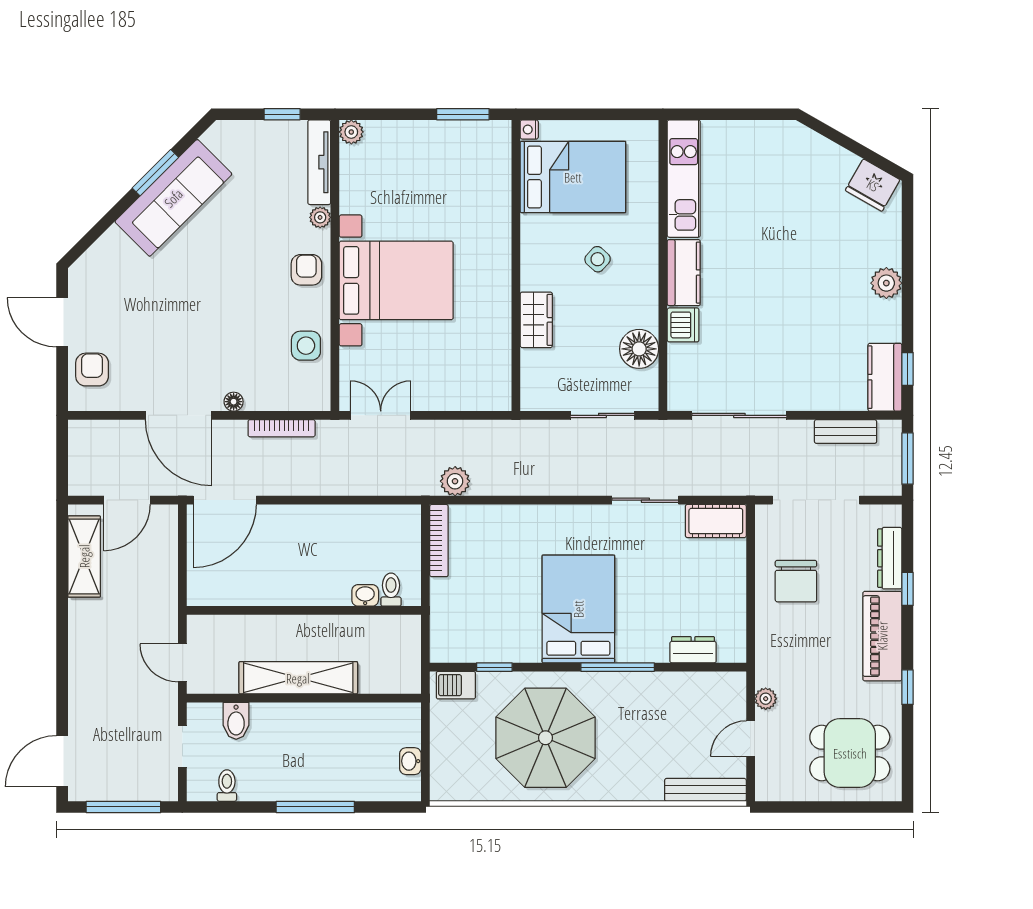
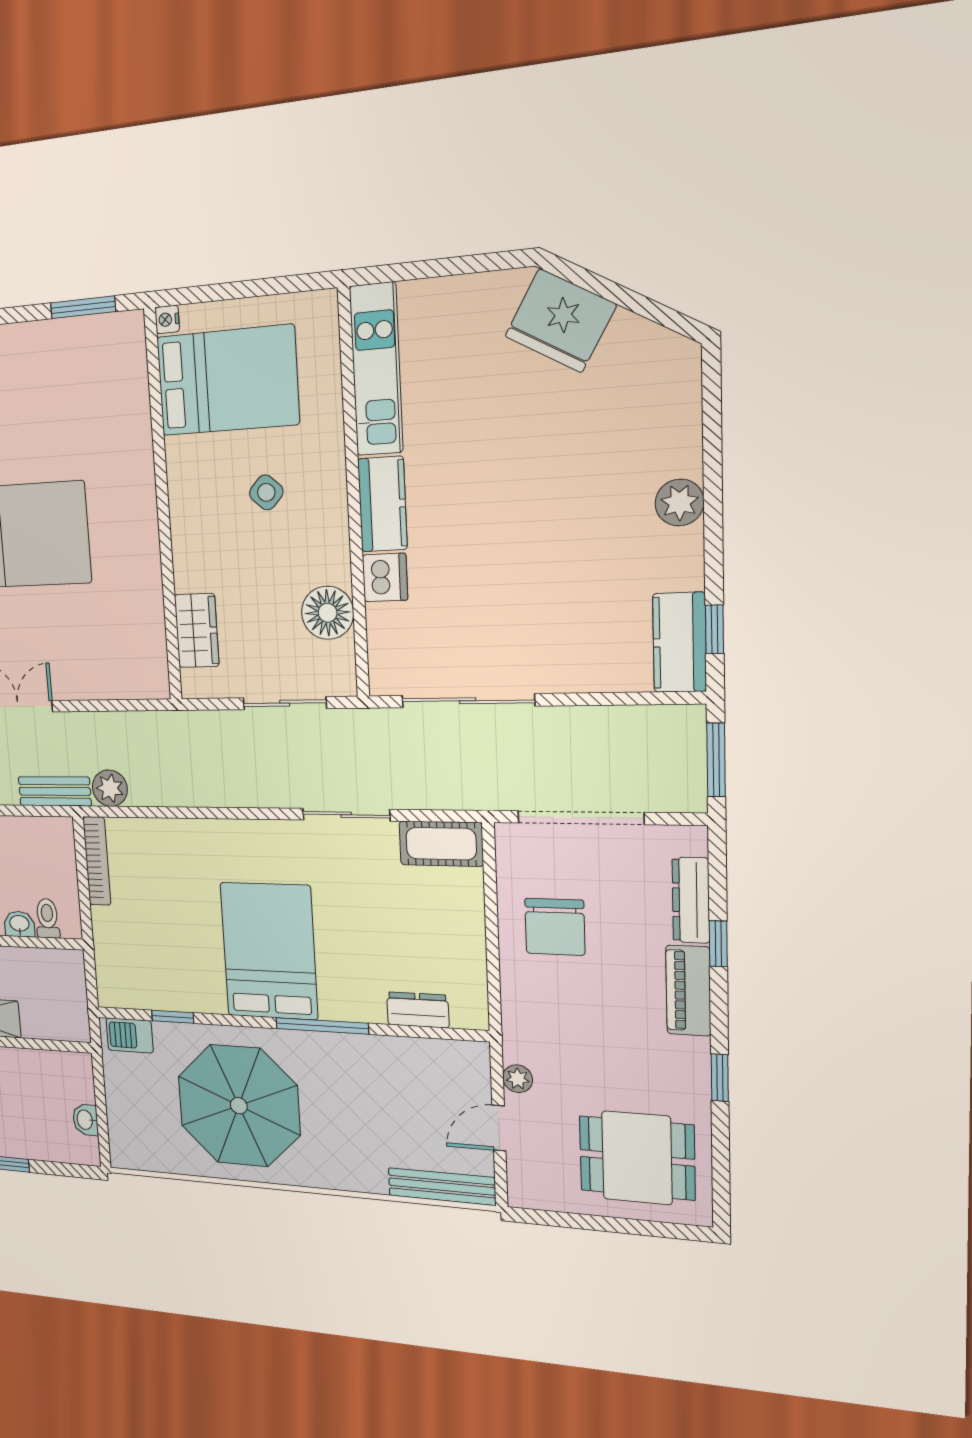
fridge: (873, 185) -> (560, 321), moved, width x1.36, depth x1.34
wardrobe: (536, 320) -> (197, 631), moved
bench: (846, 432) -> (55, 791), moved
piano: (882, 636) -> (688, 991), width x0.73, depth x0.75

